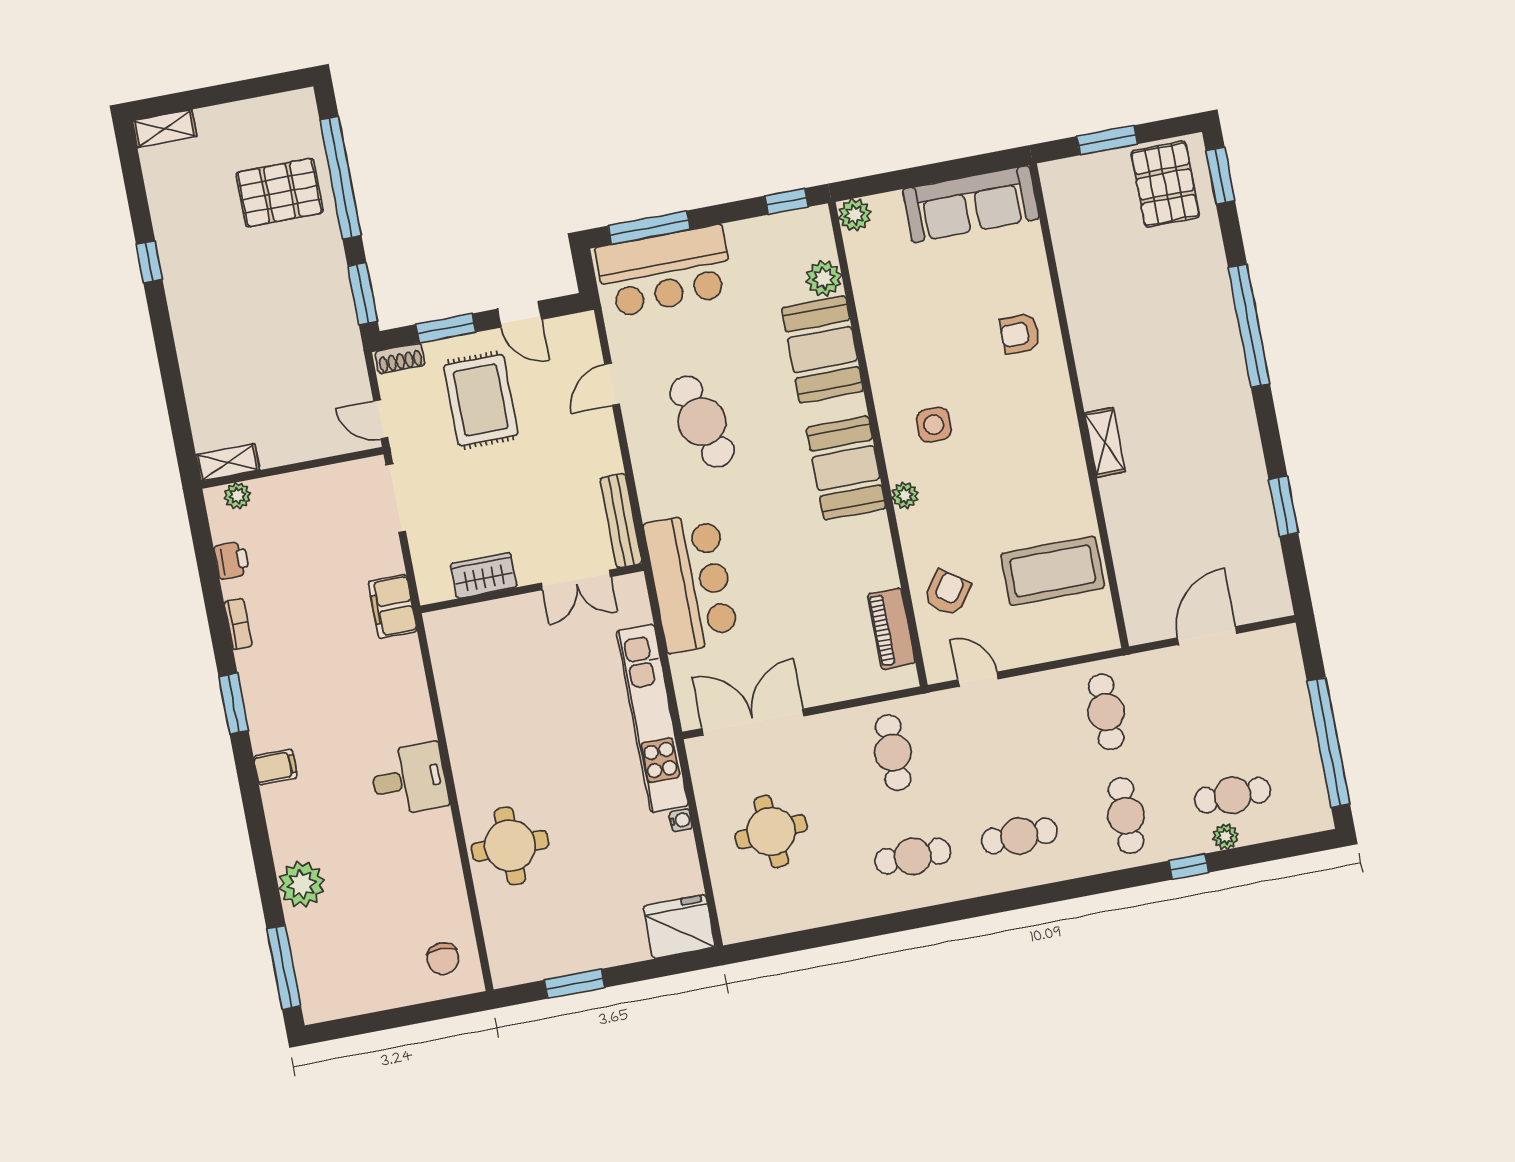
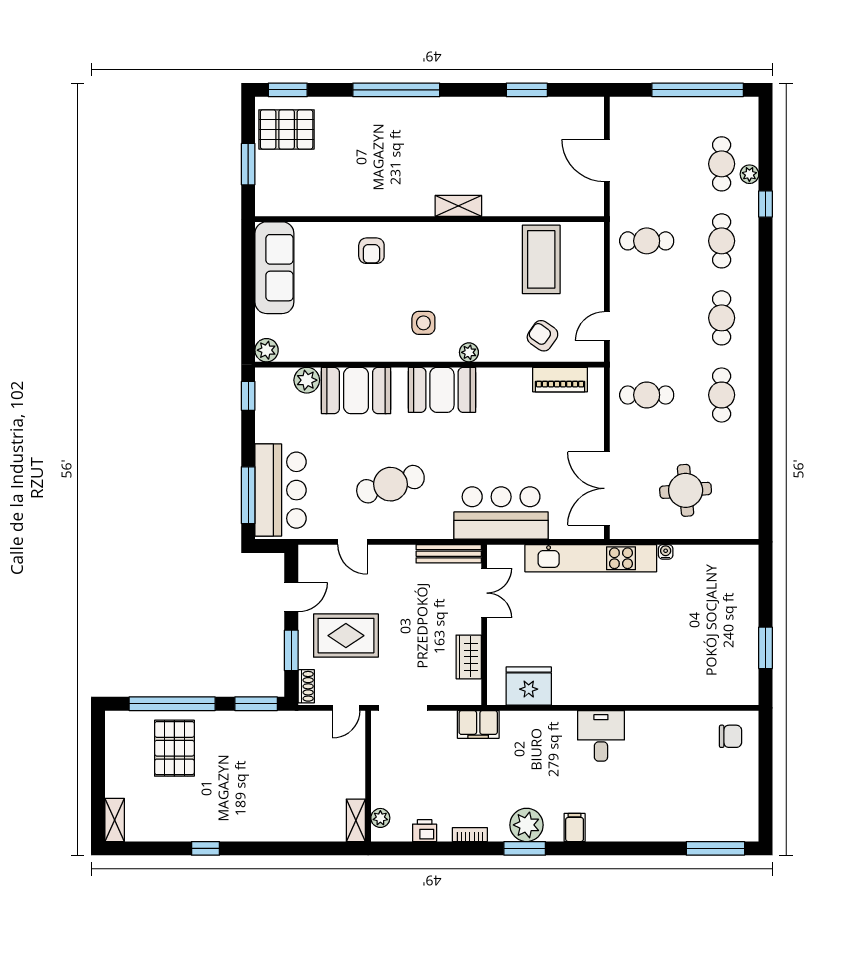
cafe table: (1126, 816) -> (722, 241), turned 90
round table: (510, 846) -> (661, 674), removed
plant: (302, 884) -> (527, 825), moved
fridge: (679, 927) -> (529, 686), moved, turned 90

